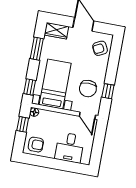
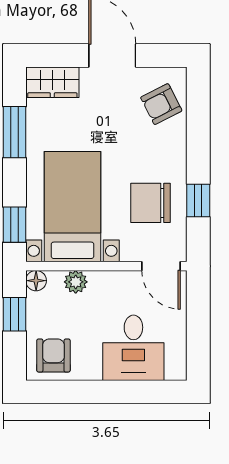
chair: (88, 89) -> (150, 203), turned 90
plant: (51, 116) -> (76, 282), added
armchair: (36, 145) -> (53, 355), turned -90

